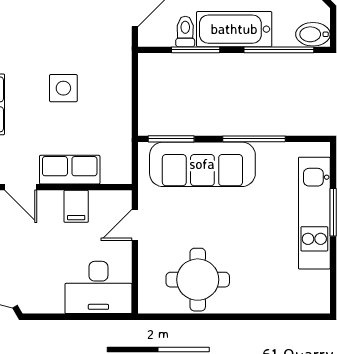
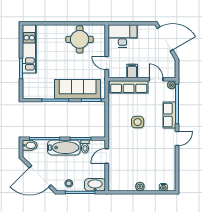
row of seats: (70, 170) -> (129, 87), width x1.48
kitchen unit: (314, 213) -> (29, 49), moved
door: (135, 225) -> (107, 63), swing flipped

